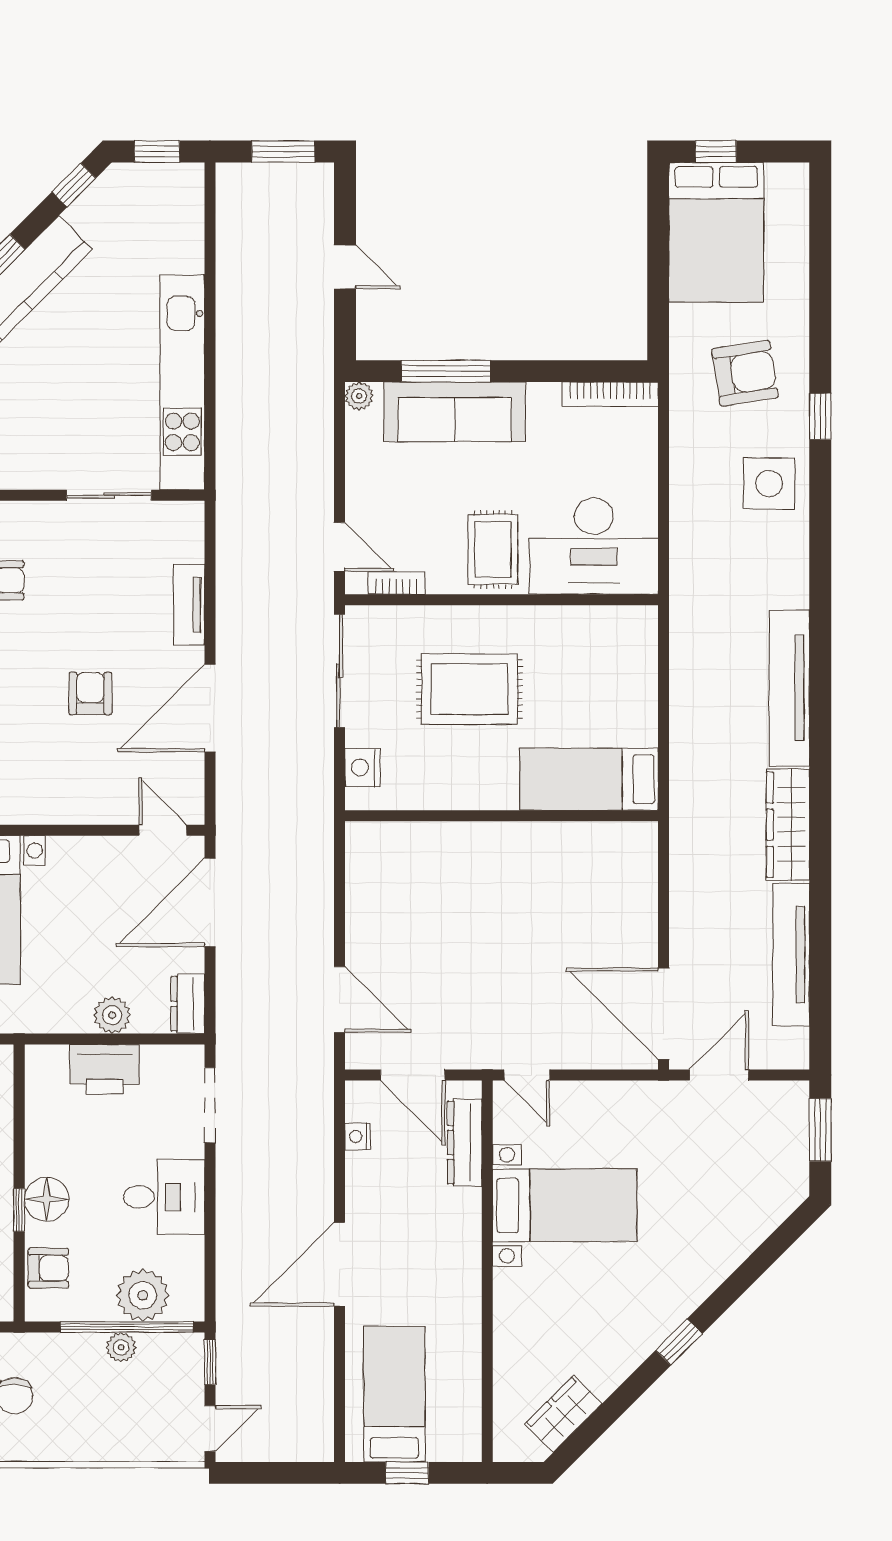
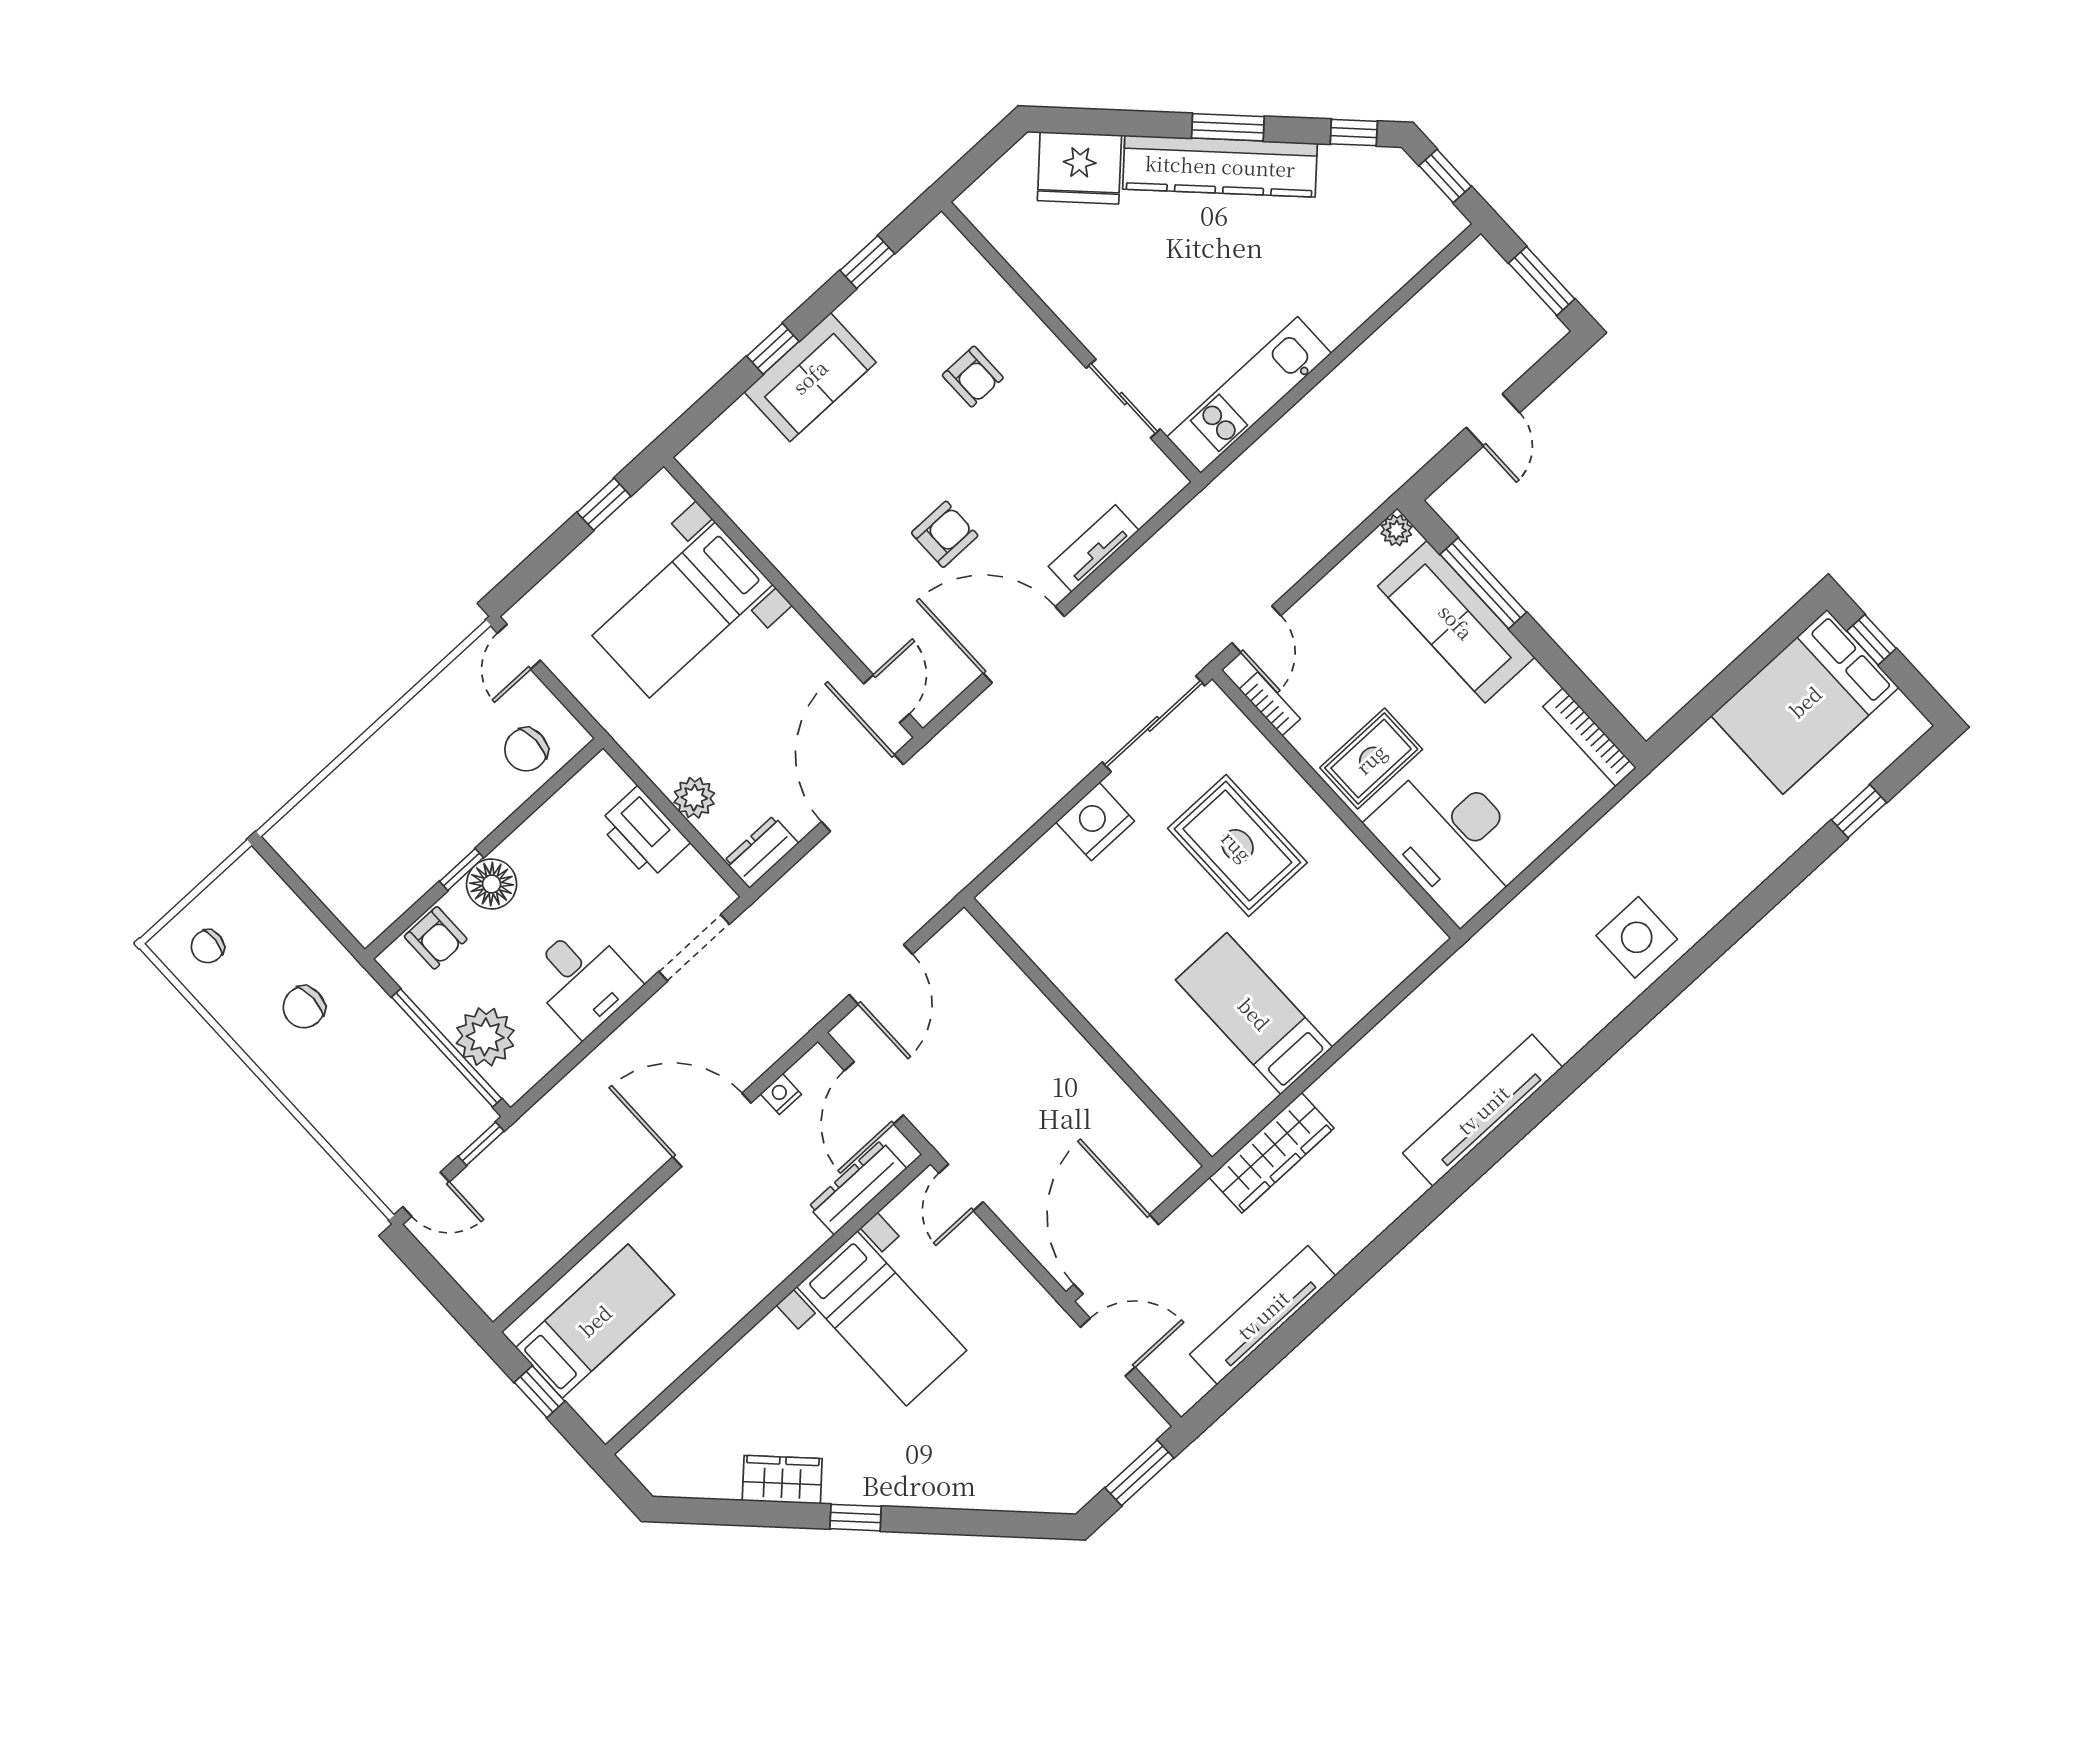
armchair: (745, 373) -> (1710, 833), removed
kitchen unit: (182, 382) -> (1249, 395), width x0.73
window: (820, 416) -> (1859, 811), moved
nightstand: (363, 768) -> (1095, 822), width x1.36, depth x1.33
wall: (502, 816) -> (1088, 1032), moved
wardrobe: (788, 825) -> (1272, 1153), moved, turned 180
door: (210, 903) -> (862, 793), hinge flipped
door: (340, 1264) -> (712, 1130), moved
plant: (121, 1347) -> (425, 1059), removed
wardrobe: (563, 1414) -> (782, 1480), moved

